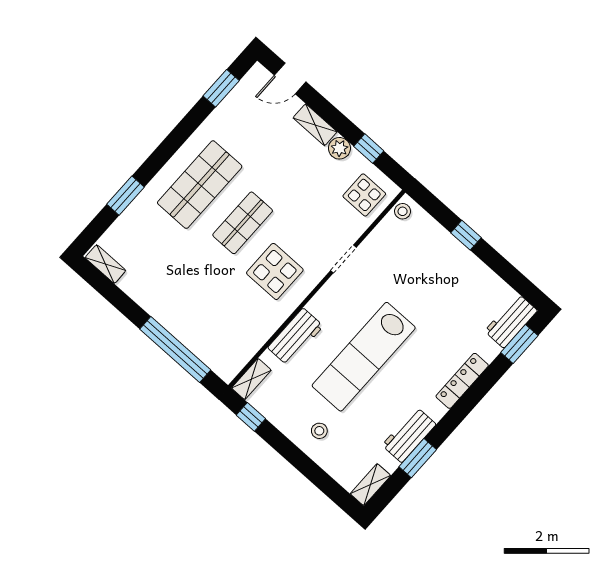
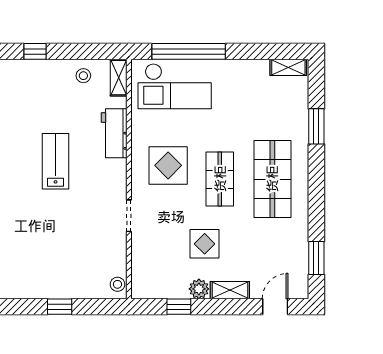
display table: (364, 195) -> (205, 244), moved
checkout: (212, 331) -> (175, 86), added
lab bench: (364, 357) -> (55, 161), width x0.54, depth x0.72
window: (251, 417) -> (35, 51), moved
stool: (319, 431) -> (83, 76), moved

